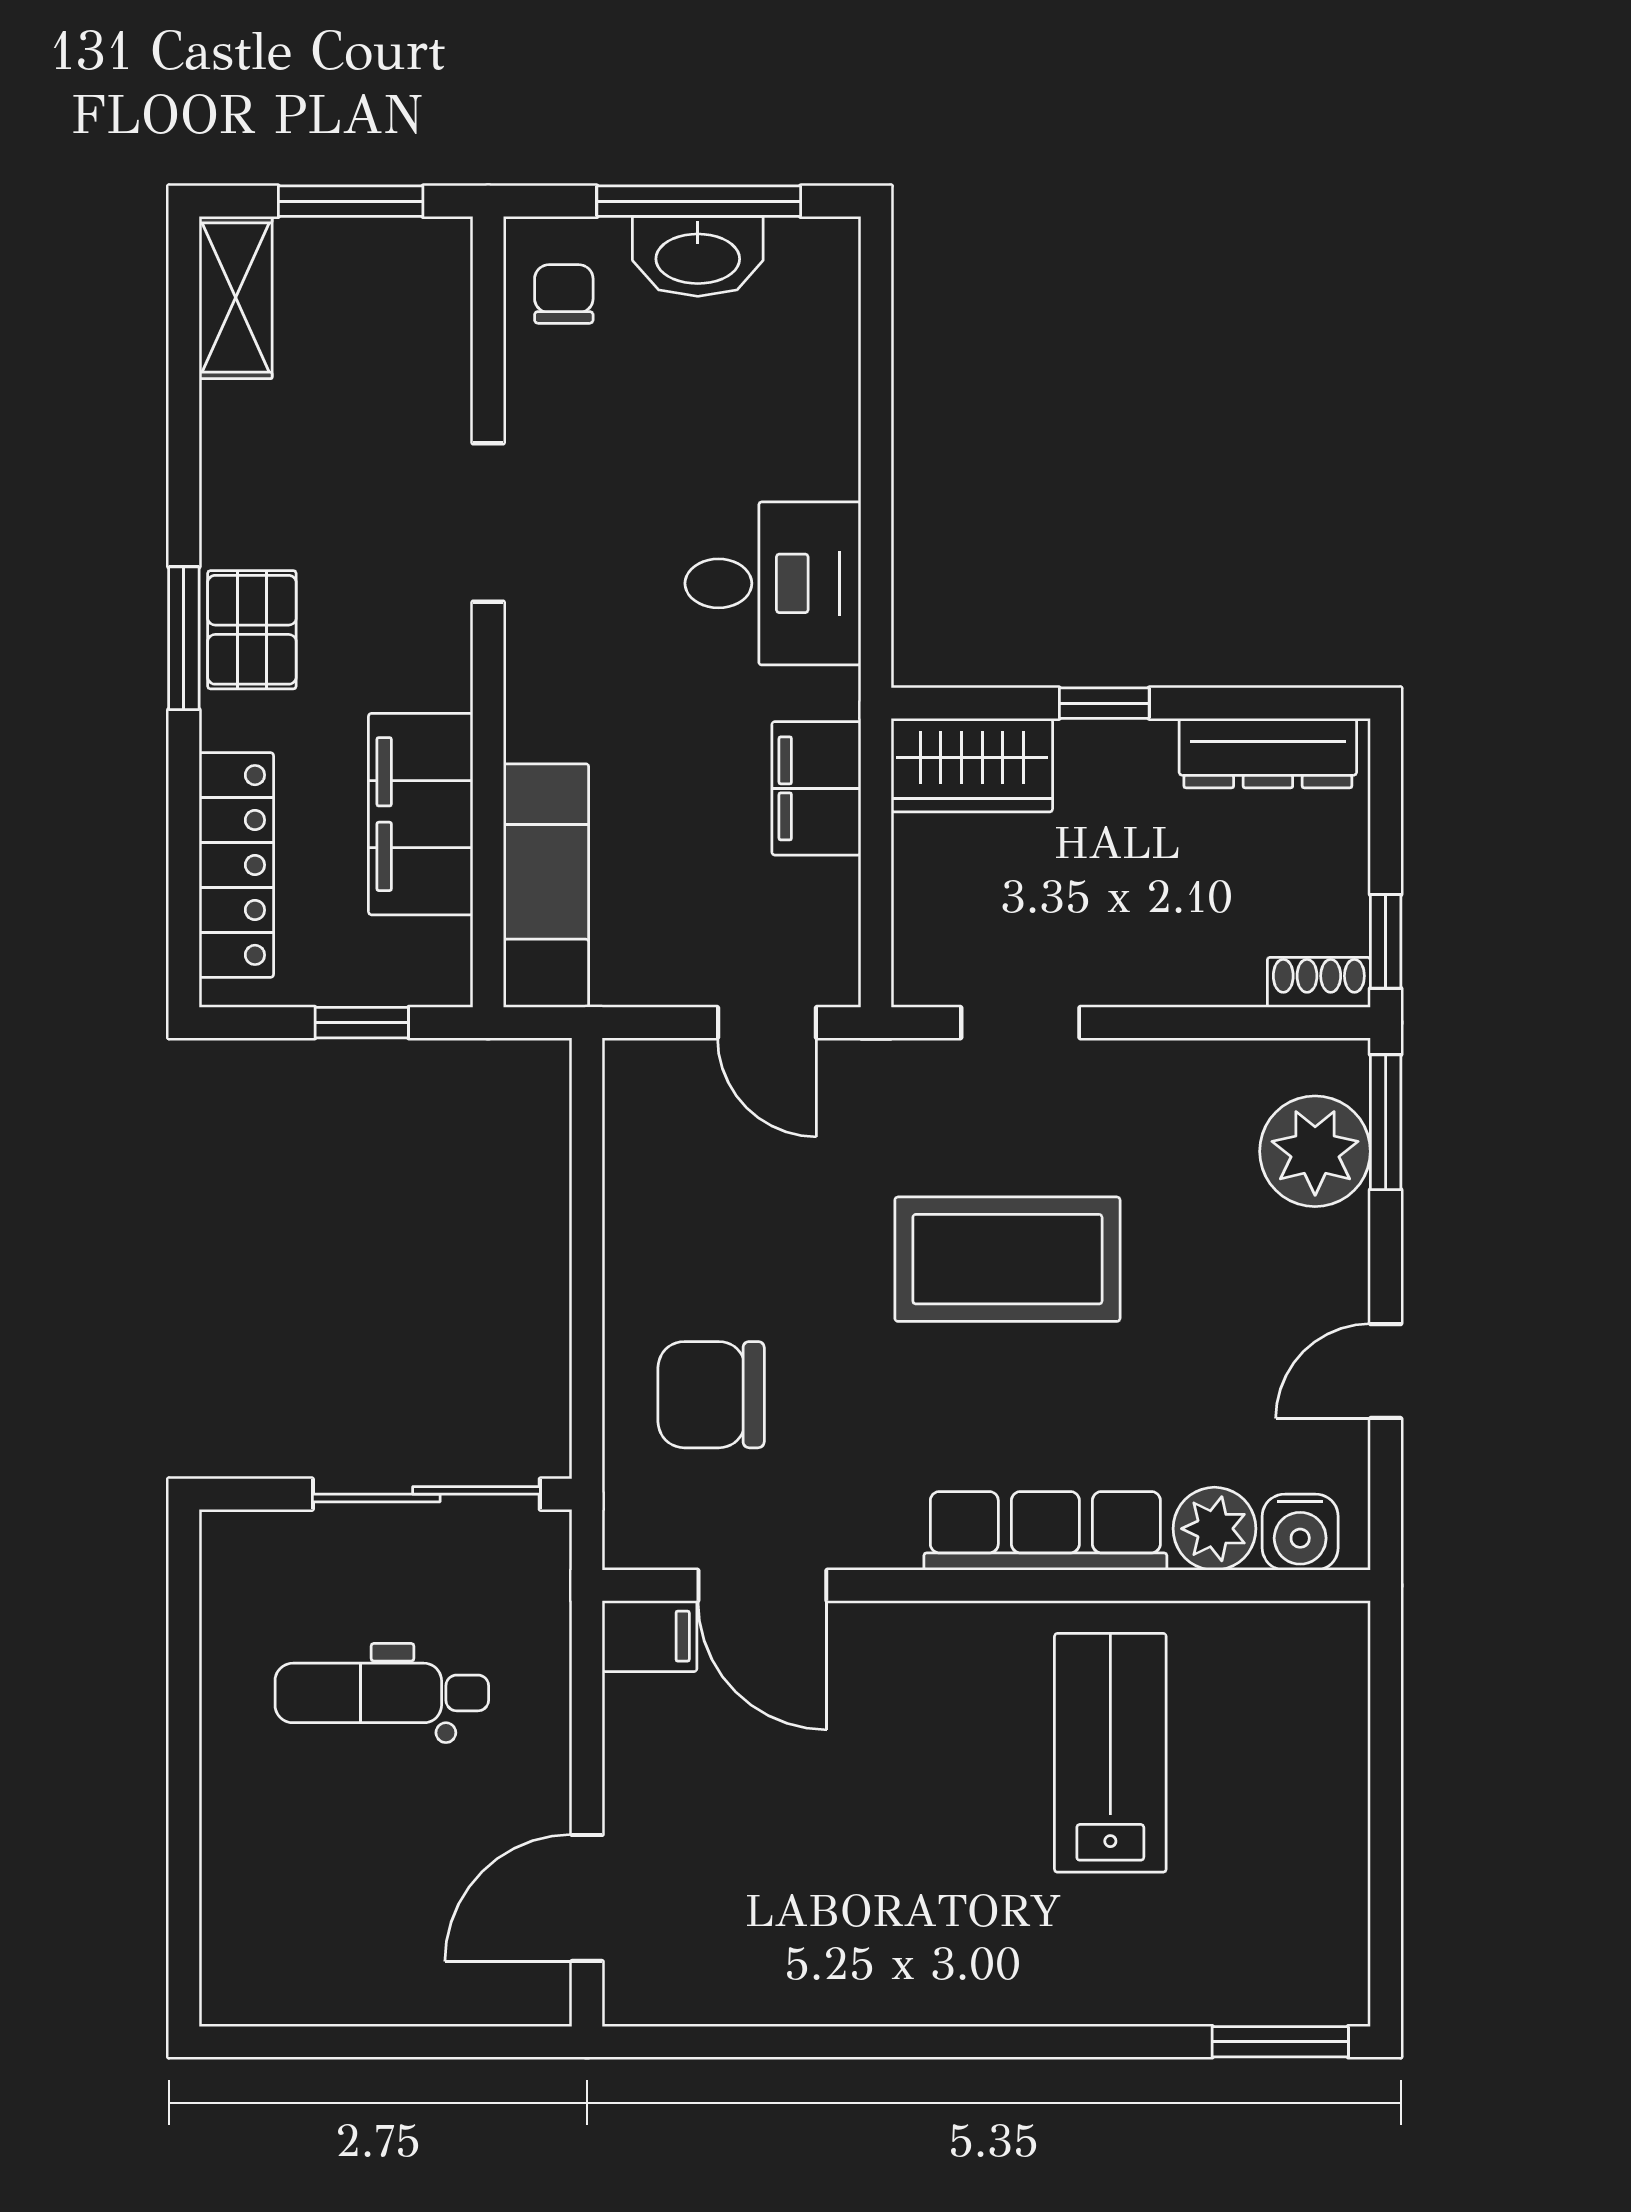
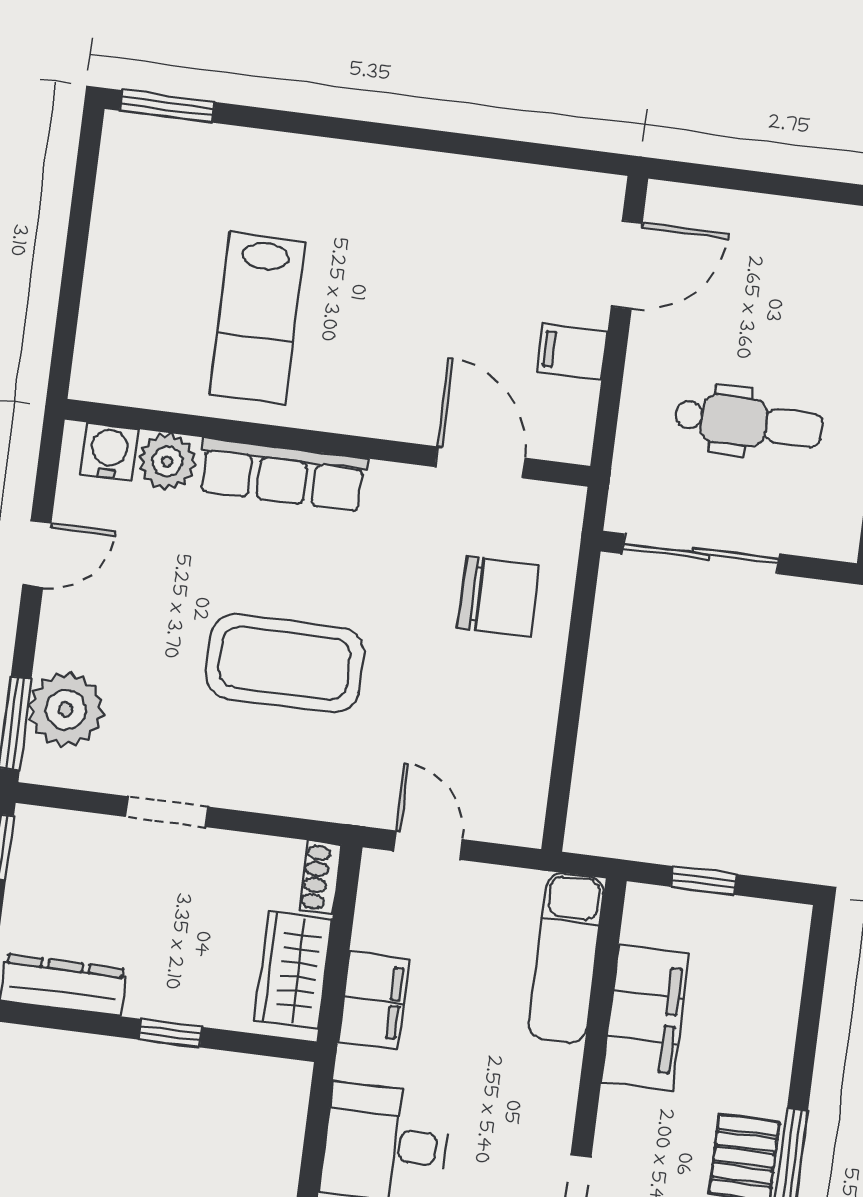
wardrobe: (972, 765) -> (293, 970), moved, turned -90
locker: (236, 865) -> (775, 999), removed
shoe rack: (1319, 982) -> (320, 878), moved, turned 90
doorway: (1020, 1023) -> (167, 812), moved
filing cabinet: (650, 1636) -> (572, 352), moved

